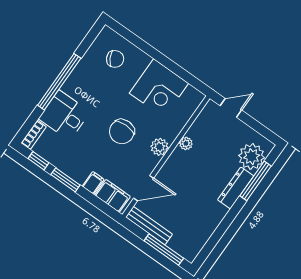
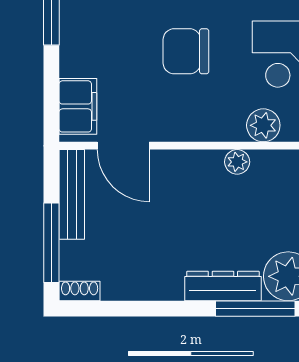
plant: (160, 147) -> (263, 125), moved
filing cabinet: (93, 183) -> (77, 63), removed
shoe rack: (194, 252) -> (80, 291), added

